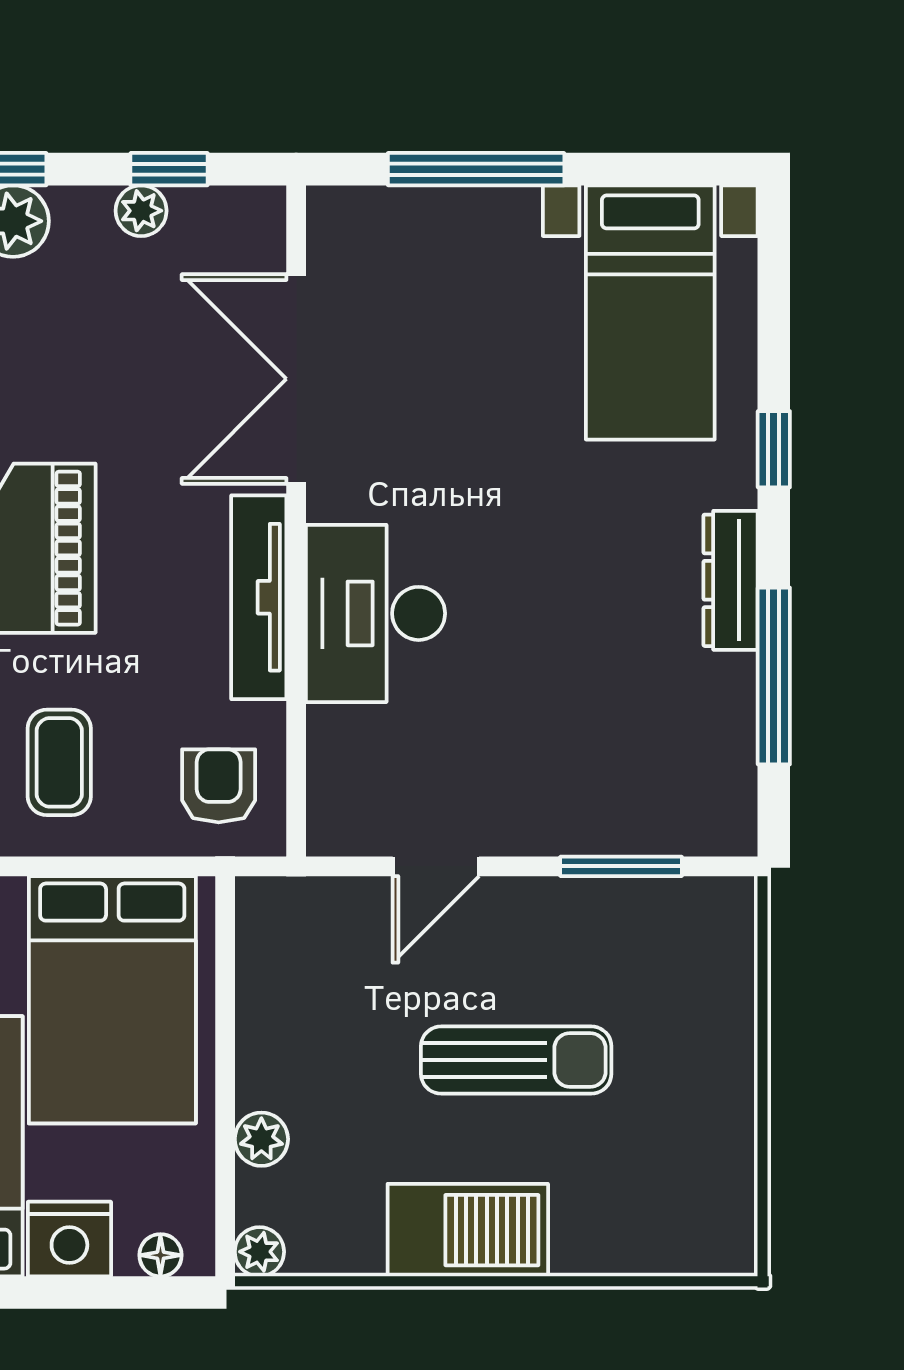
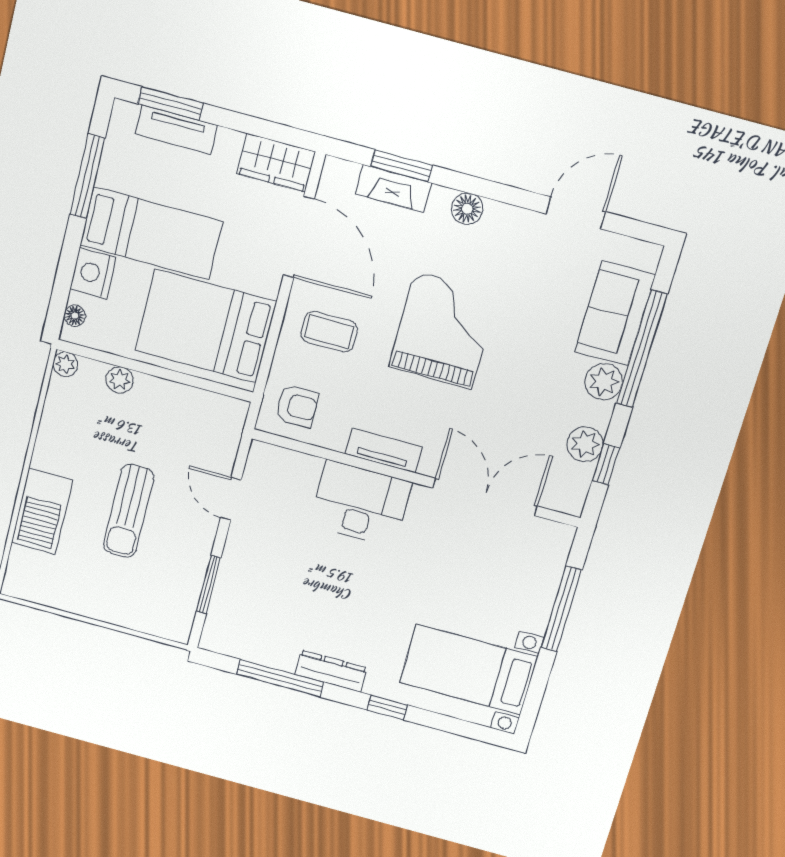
plant: (141, 211) -> (585, 444), width x1.38, depth x1.38
tv unit: (259, 597) -> (384, 450), width x0.71
barbecue: (468, 1230) -> (42, 511), moved

